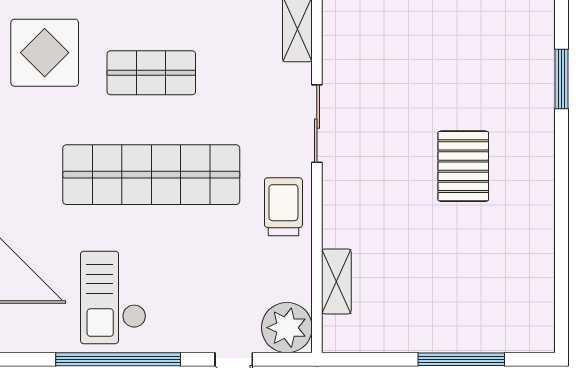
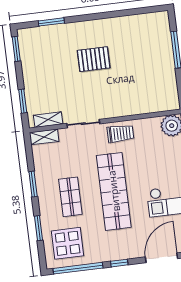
trolley: (283, 207) -> (120, 134), turned 180
shelving: (336, 281) -> (48, 120), moved

